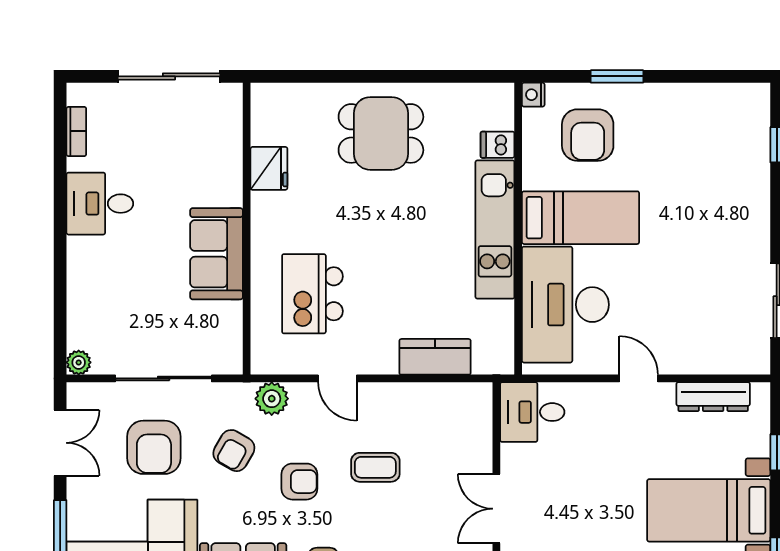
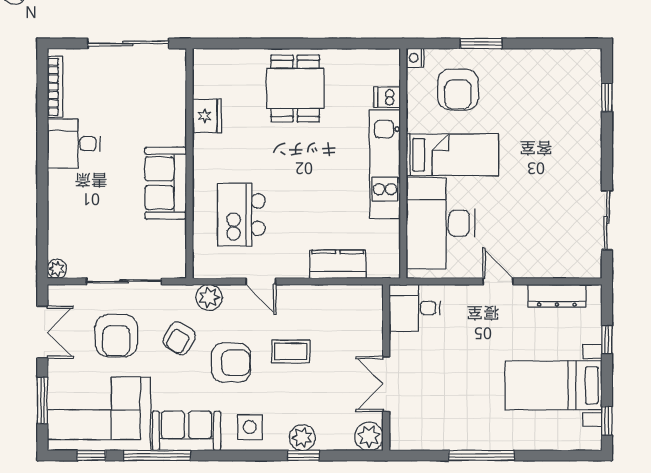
bookcase: (76, 131) -> (55, 87), width x1.56
dining table: (381, 133) -> (295, 88), turned 90
armchair: (299, 482) -> (231, 363), width x1.38, depth x1.38

